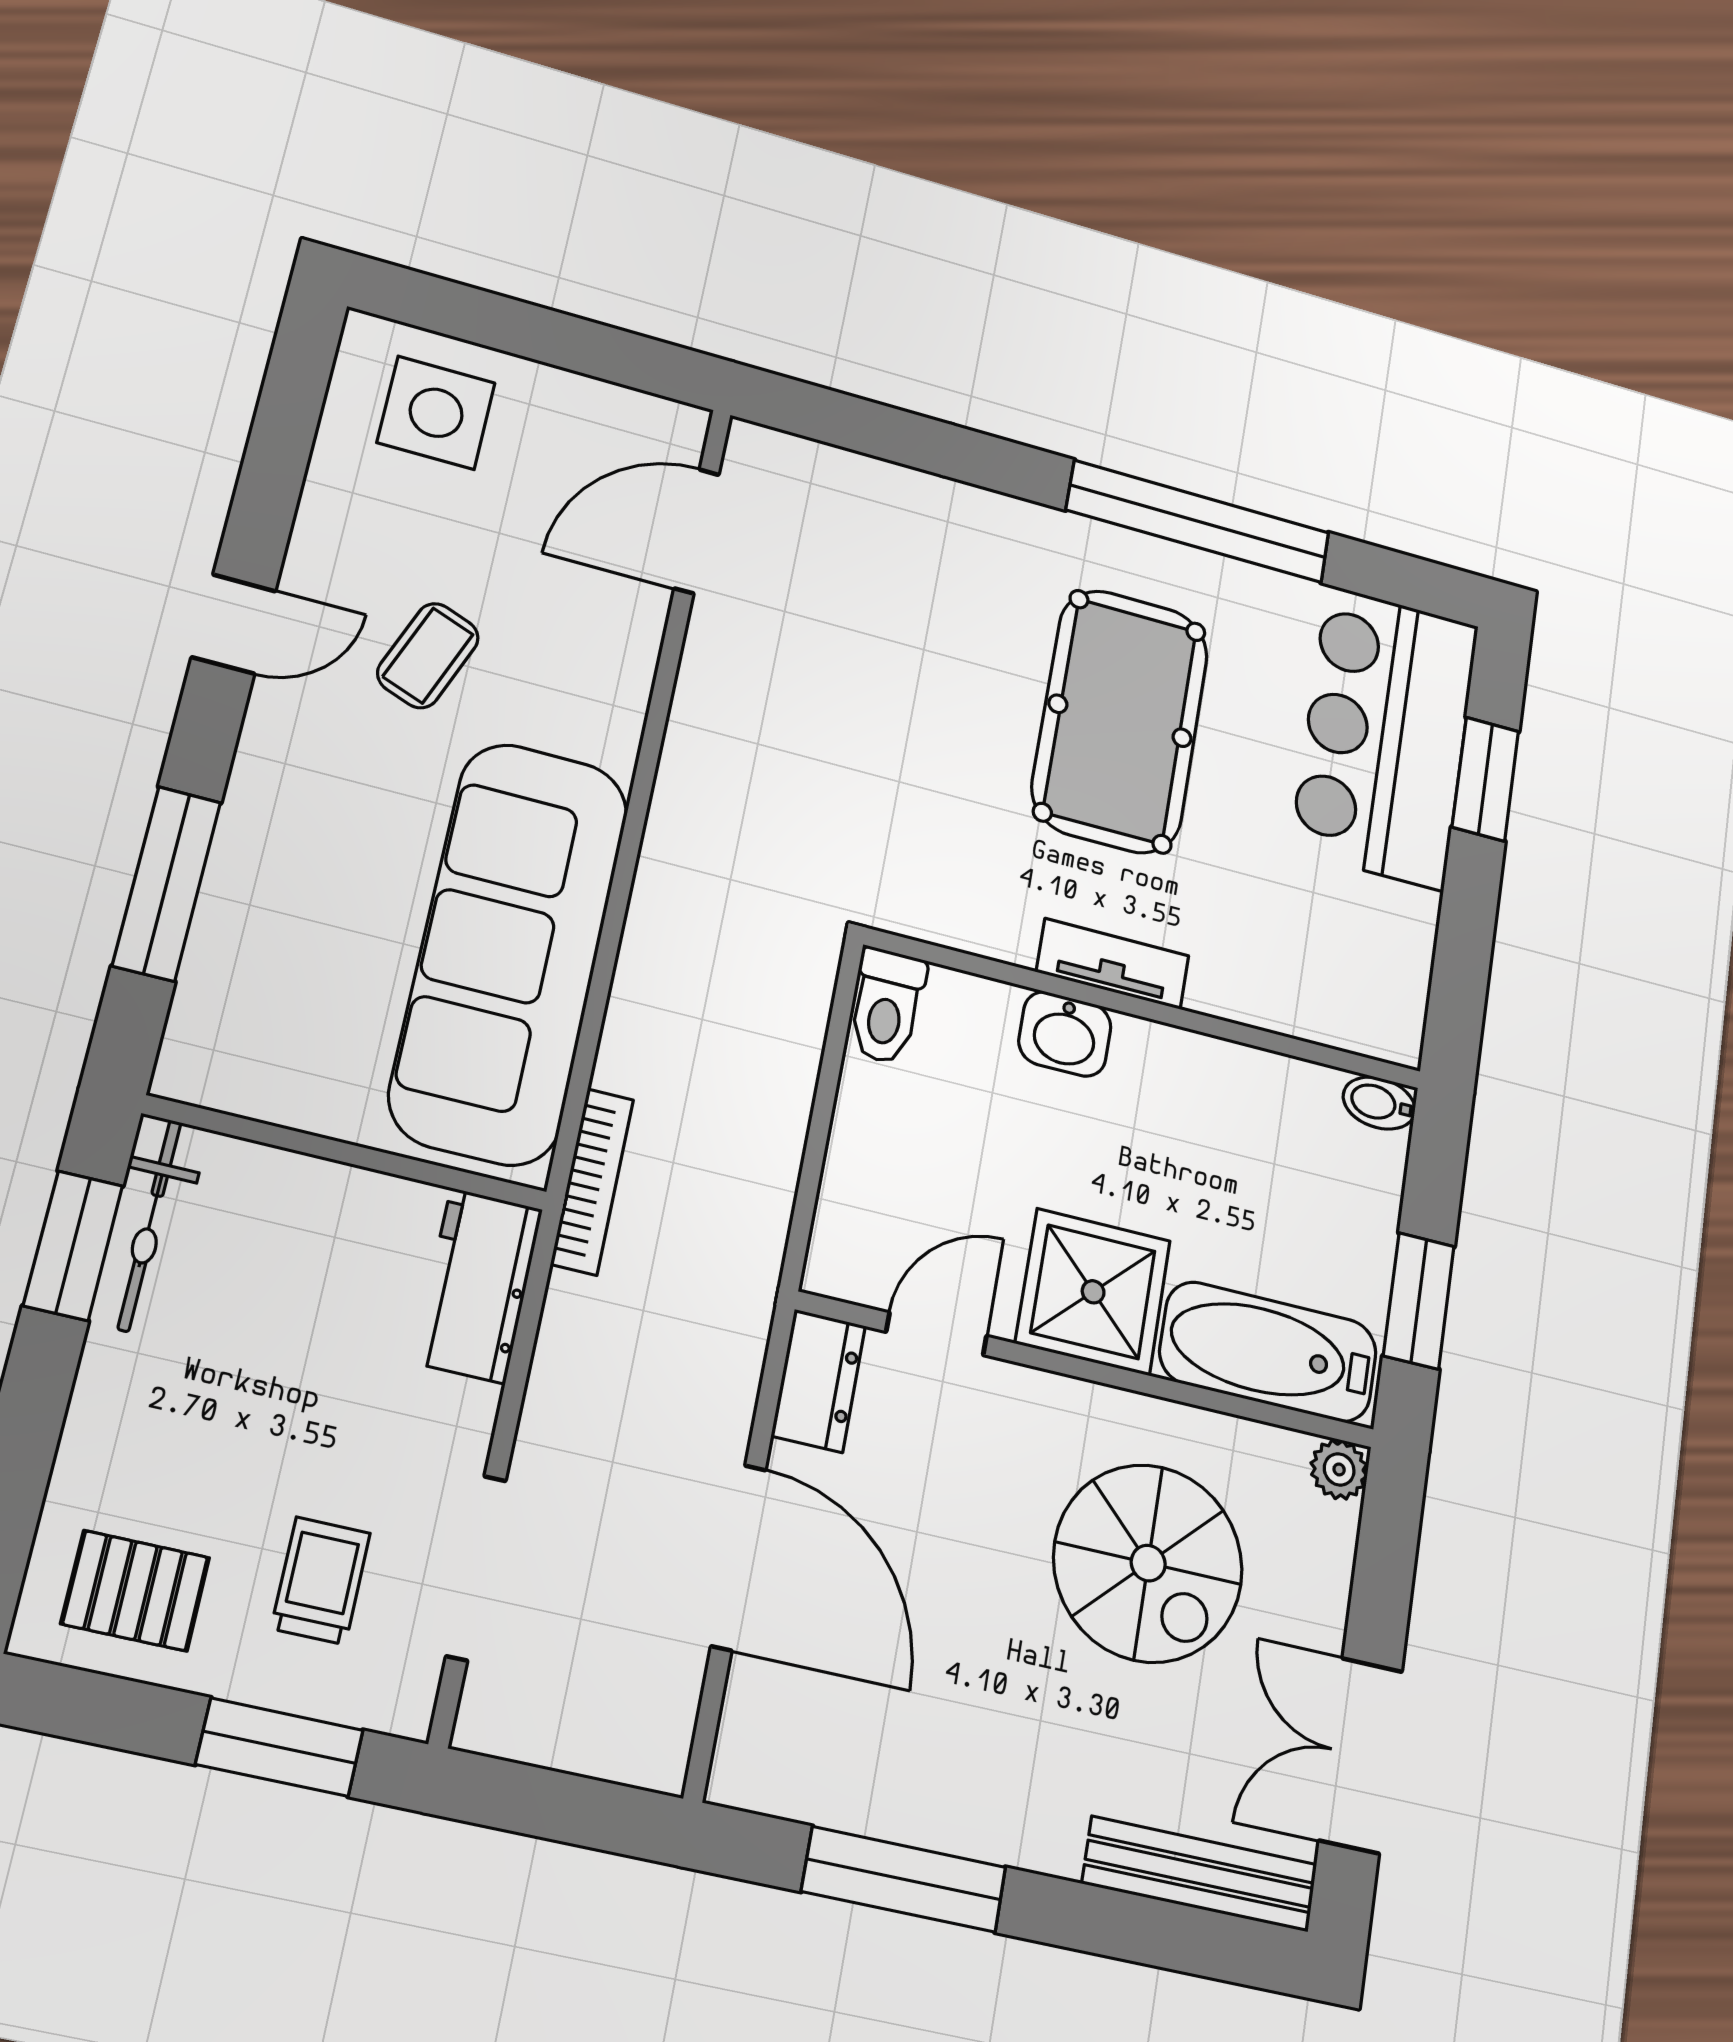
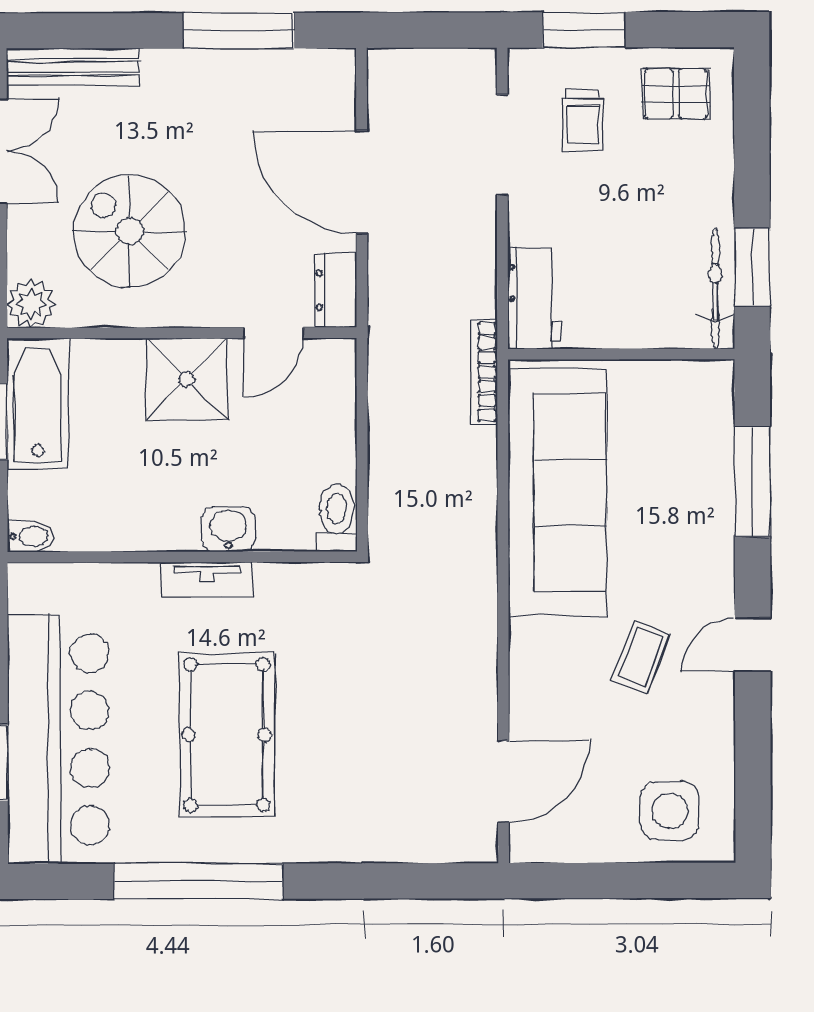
bar counter: (1385, 737) -> (58, 739), width x1.36
bathtub: (1268, 1352) -> (38, 404), moved, turned -90
plant: (1339, 1469) -> (31, 304), width x1.38, depth x1.38

